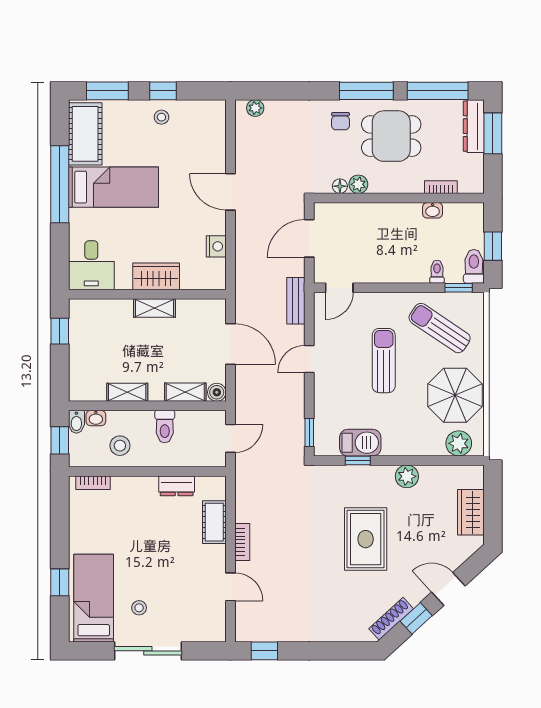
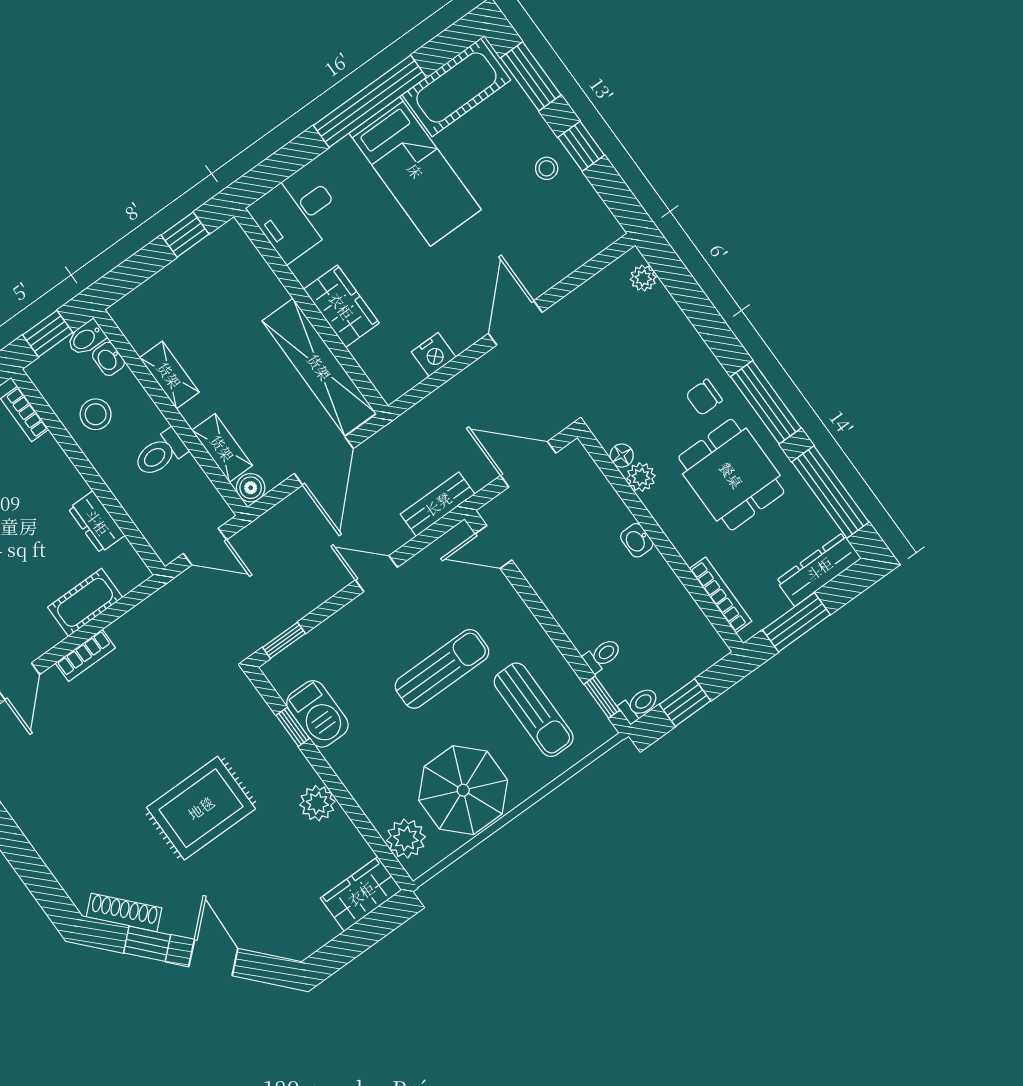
window: (493, 133) -> (796, 622), moved
bookcase: (441, 187) -> (721, 595), width x1.56
washbasin: (433, 210) -> (637, 540), moved
toilet: (474, 266) -> (639, 705), width x0.73, depth x0.72
shelving: (154, 308) -> (319, 367), width x2.20, depth x1.33
sun lounger: (440, 328) -> (534, 710), turned 146
wardrobe: (471, 512) -> (361, 894), moved

